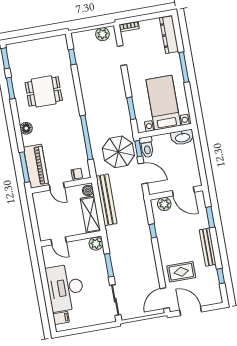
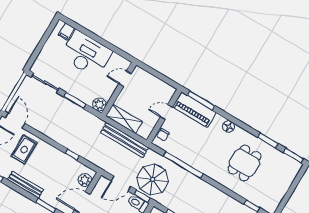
boiler: (88, 191) -> (143, 132), removed

